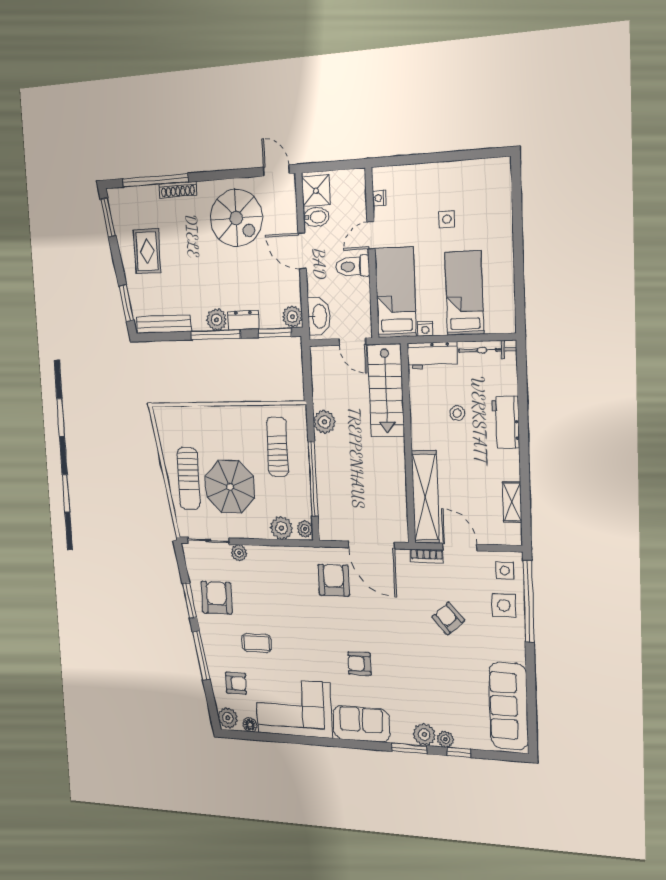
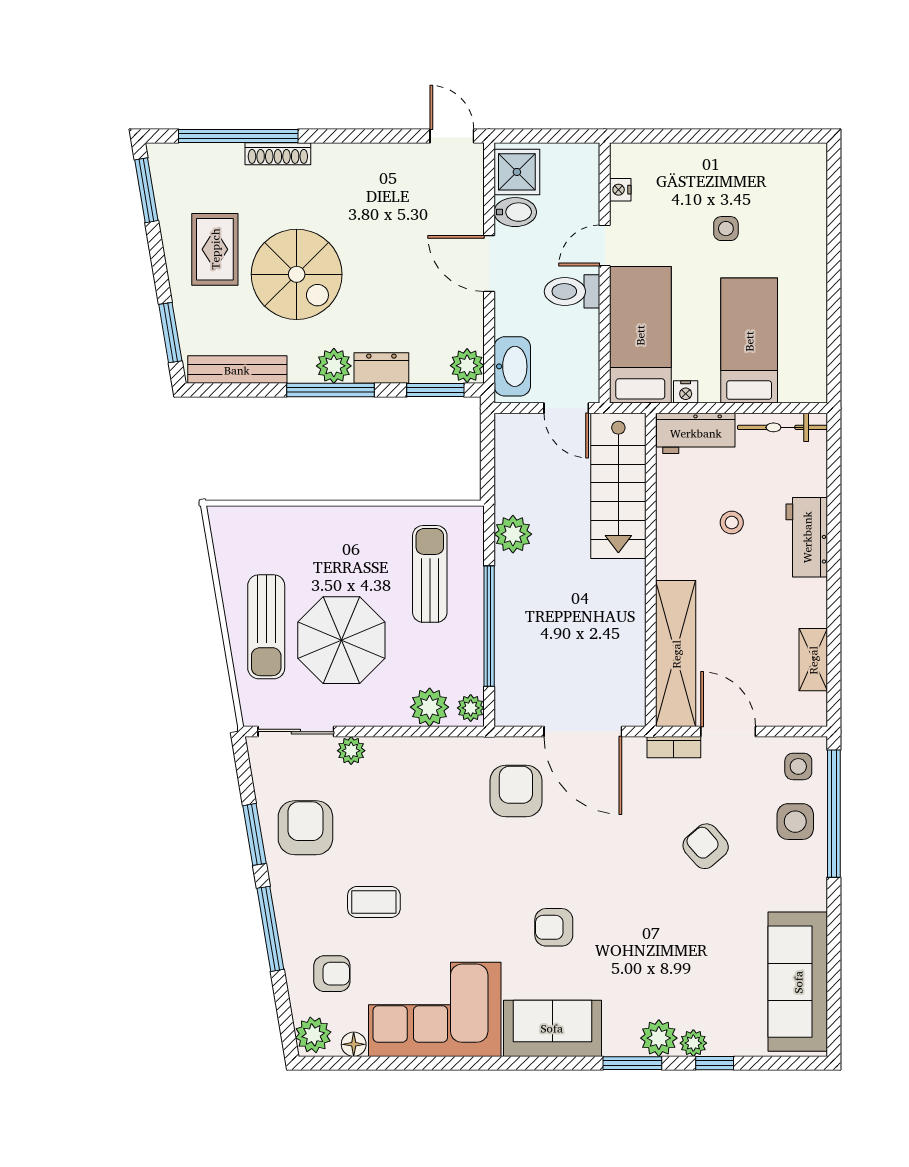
spiral stairs: (236, 218) -> (297, 274), moved

